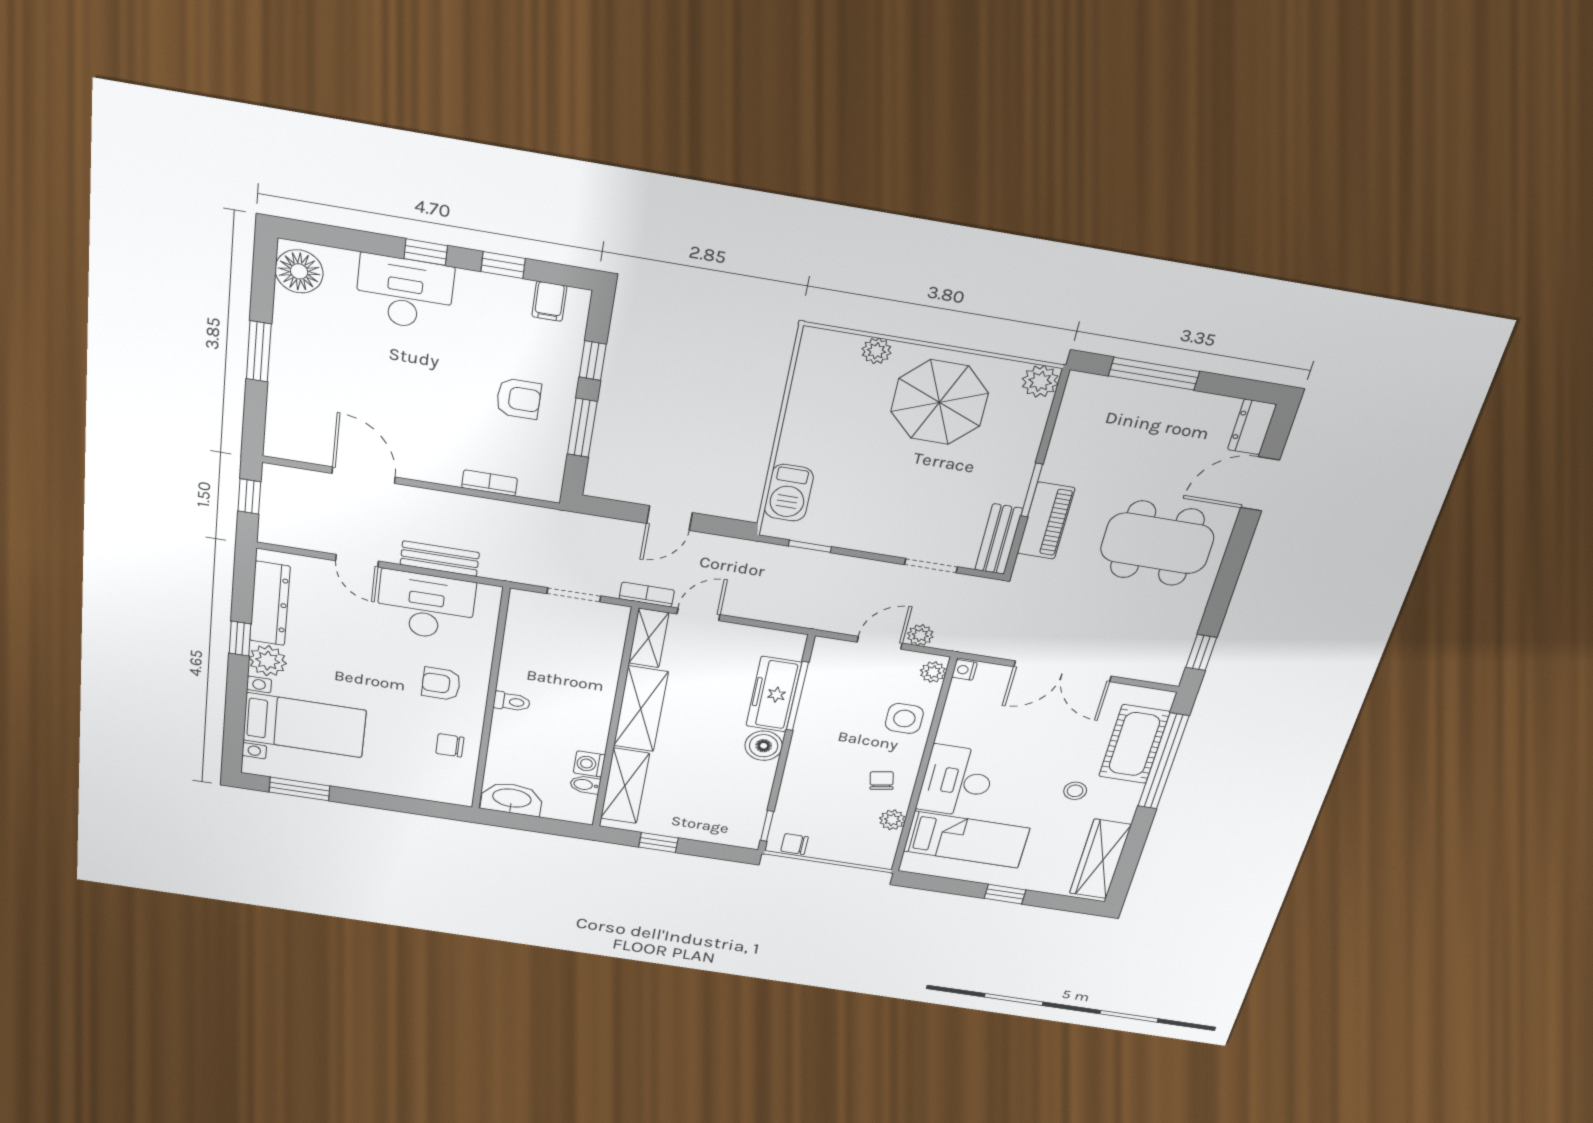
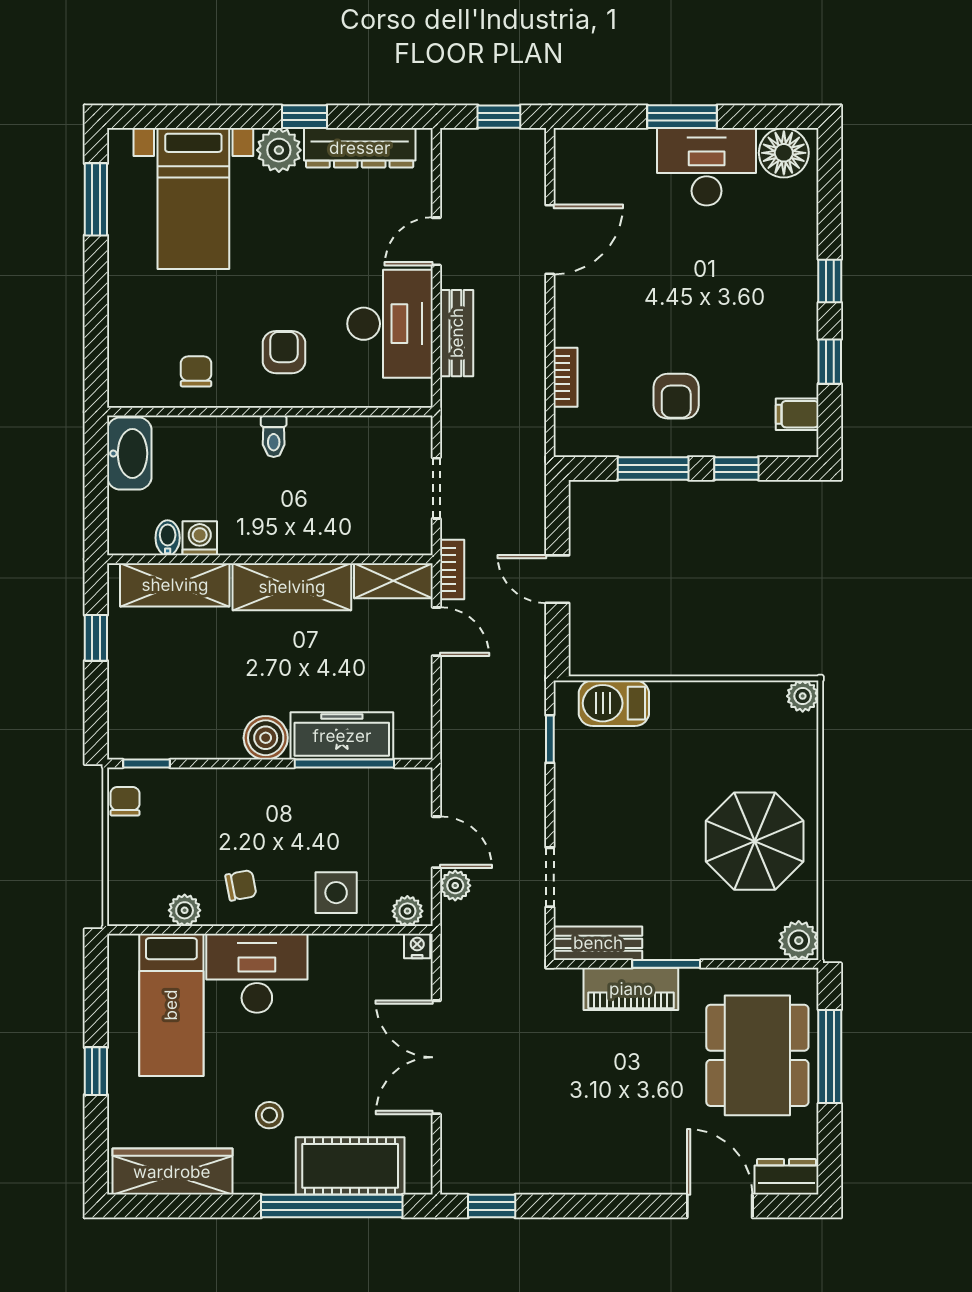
desk: (405, 293) -> (707, 167), moved, turned -90
plant: (876, 351) -> (803, 696), moved
dining table: (1157, 543) -> (757, 1055), moved

